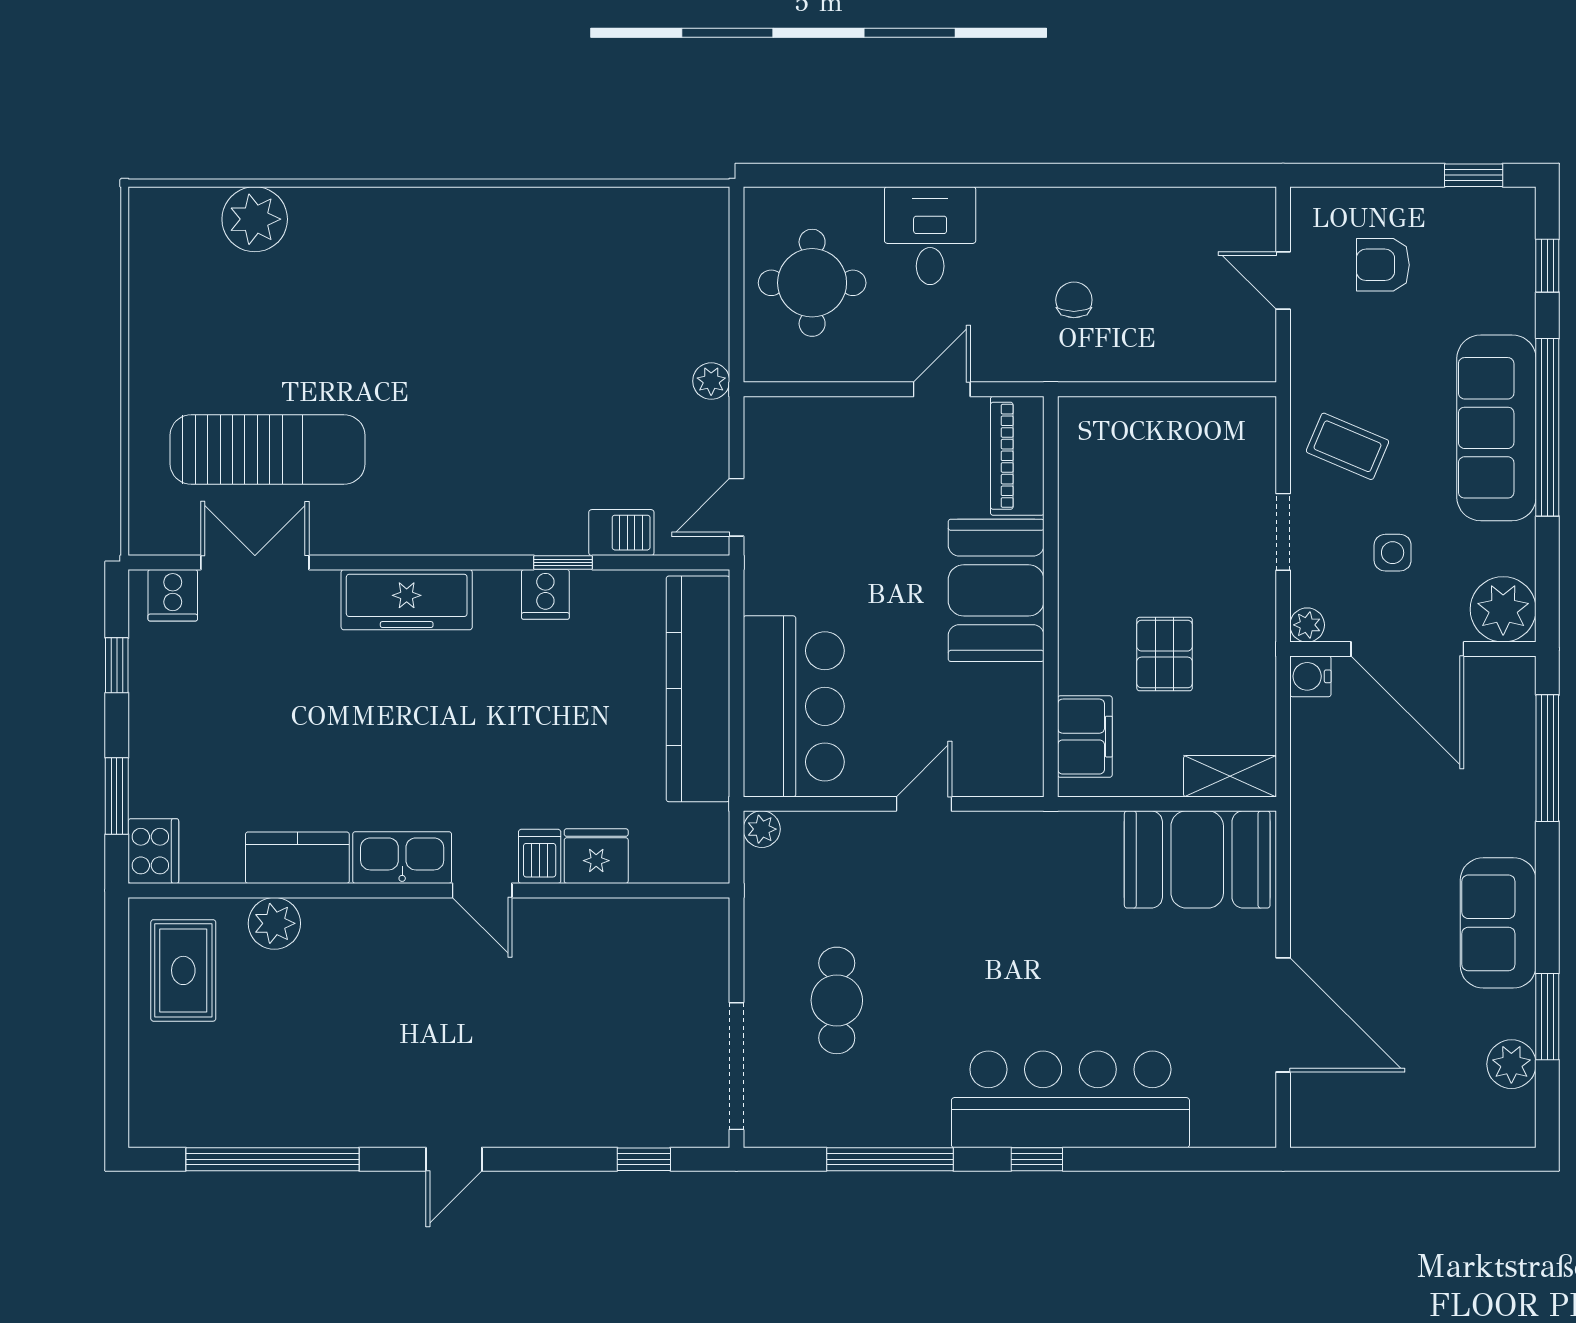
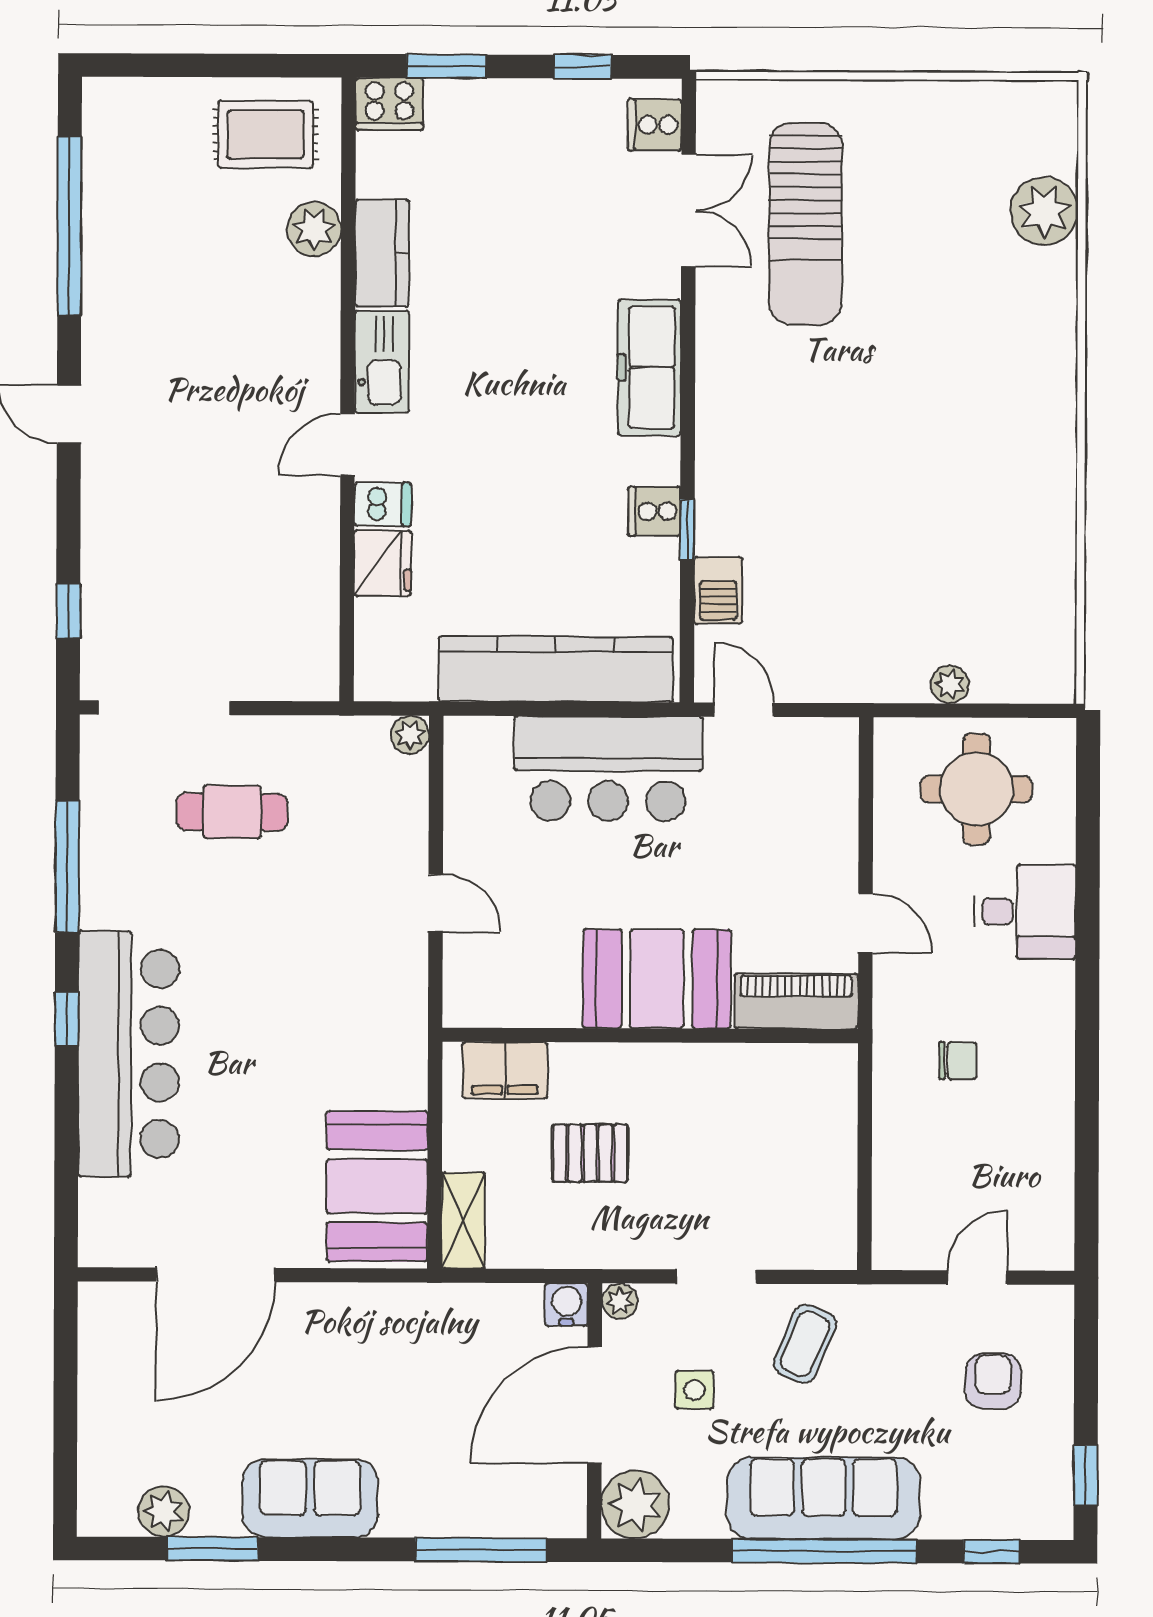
plant: (711, 381) -> (950, 684), moved
bar counter: (794, 706) -> (608, 769), moved

